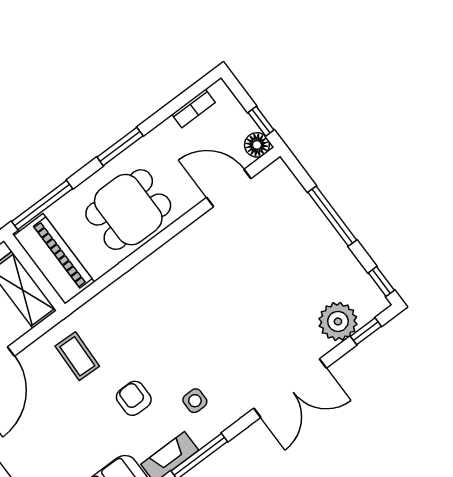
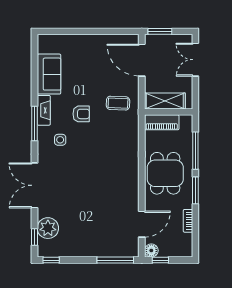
bookcase: (193, 108) -> (188, 221), moved
window: (42, 205) -> (195, 151), moved
window: (332, 216) -> (115, 260), moved
piano: (54, 259) -> (162, 122), width x0.73, depth x0.75

